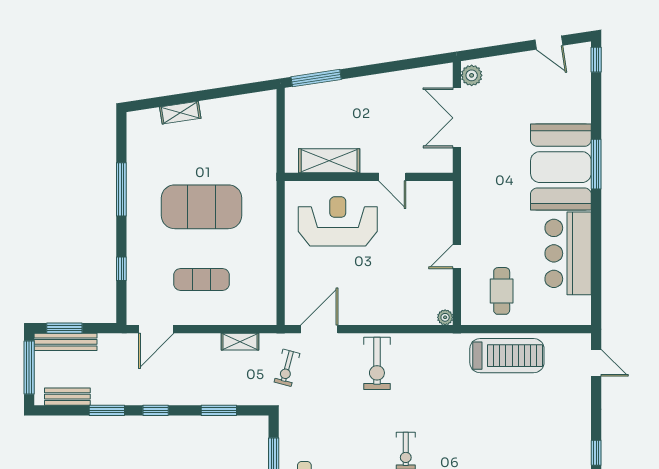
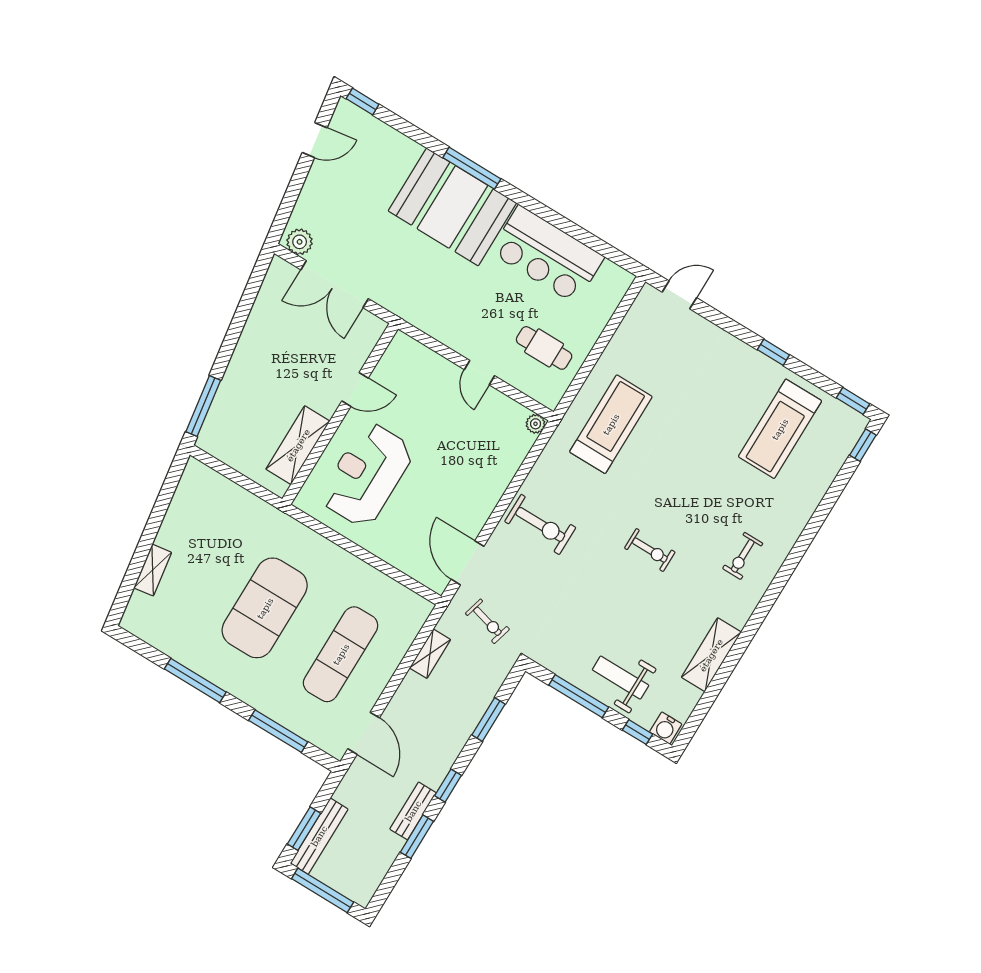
window: (121, 269) -> (278, 731), width x2.17
exercise mat: (201, 279) -> (341, 654), width x1.36, depth x1.45
treadmill: (507, 356) -> (611, 424), moved
bench: (67, 397) -> (413, 811), moved

